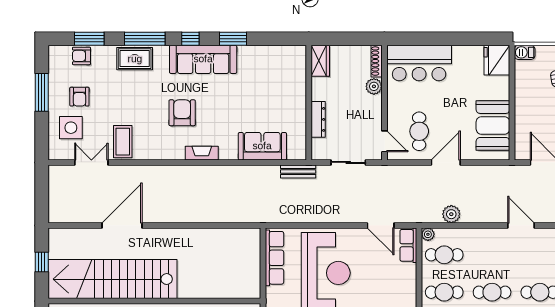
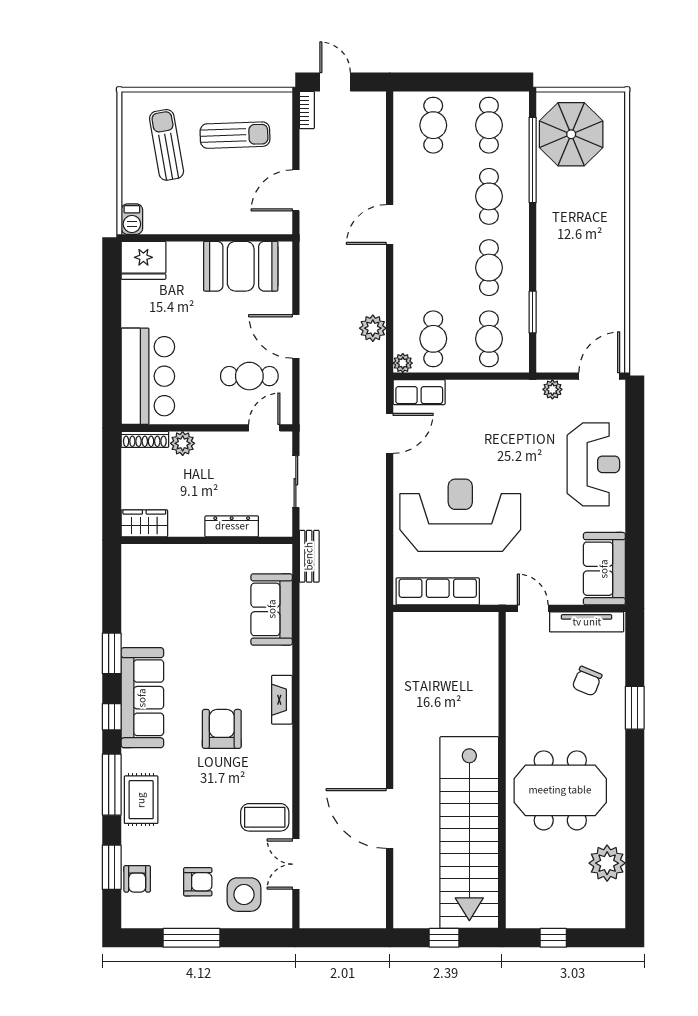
armchair: (182, 113) -> (222, 729), turned 90

